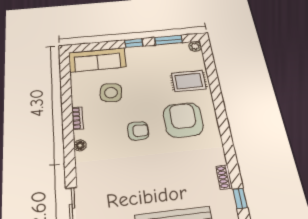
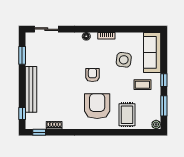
coffee table: (144, 67) -> (142, 85), added
armchair: (183, 120) -> (97, 106), turned -90
armchair: (138, 131) -> (92, 75), turned 180

